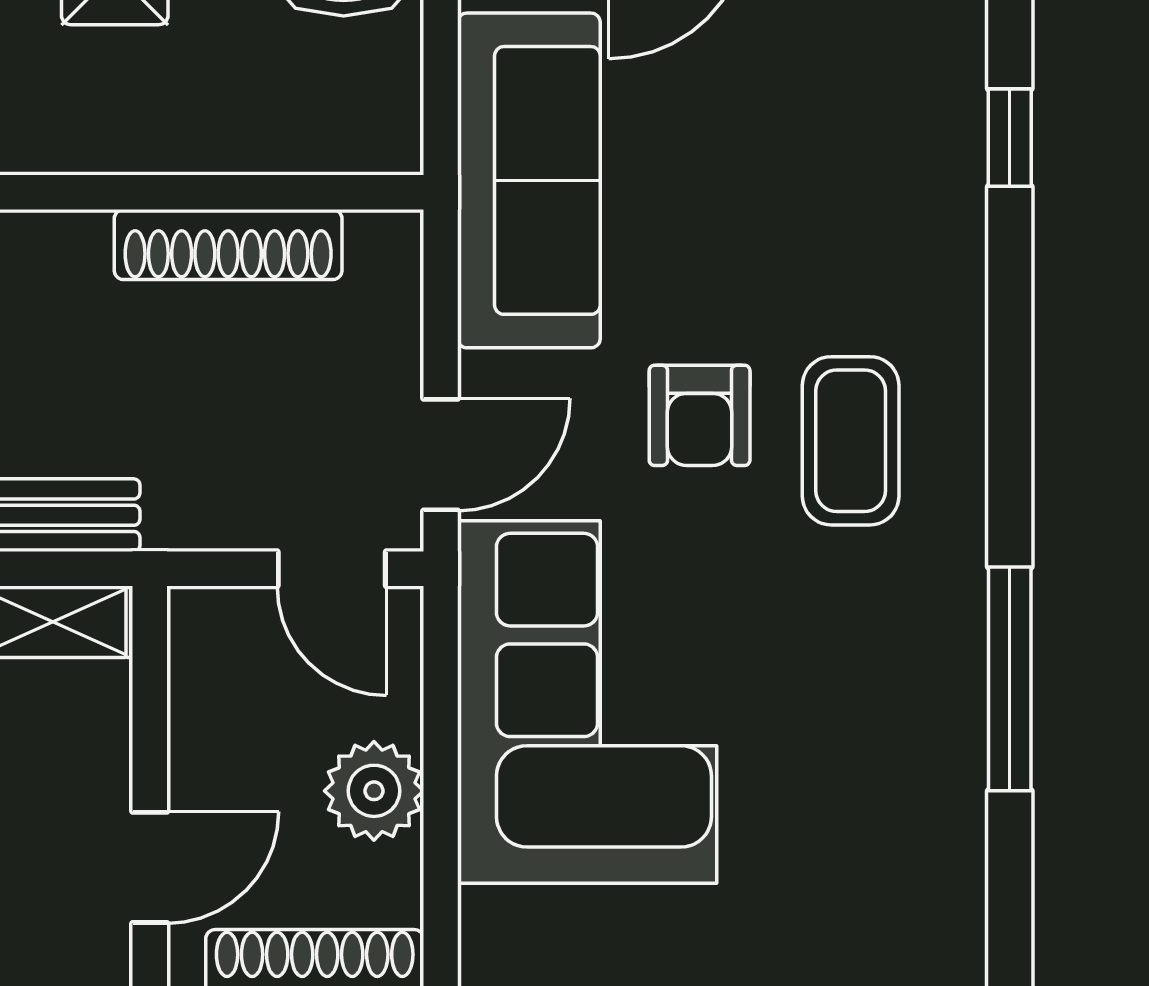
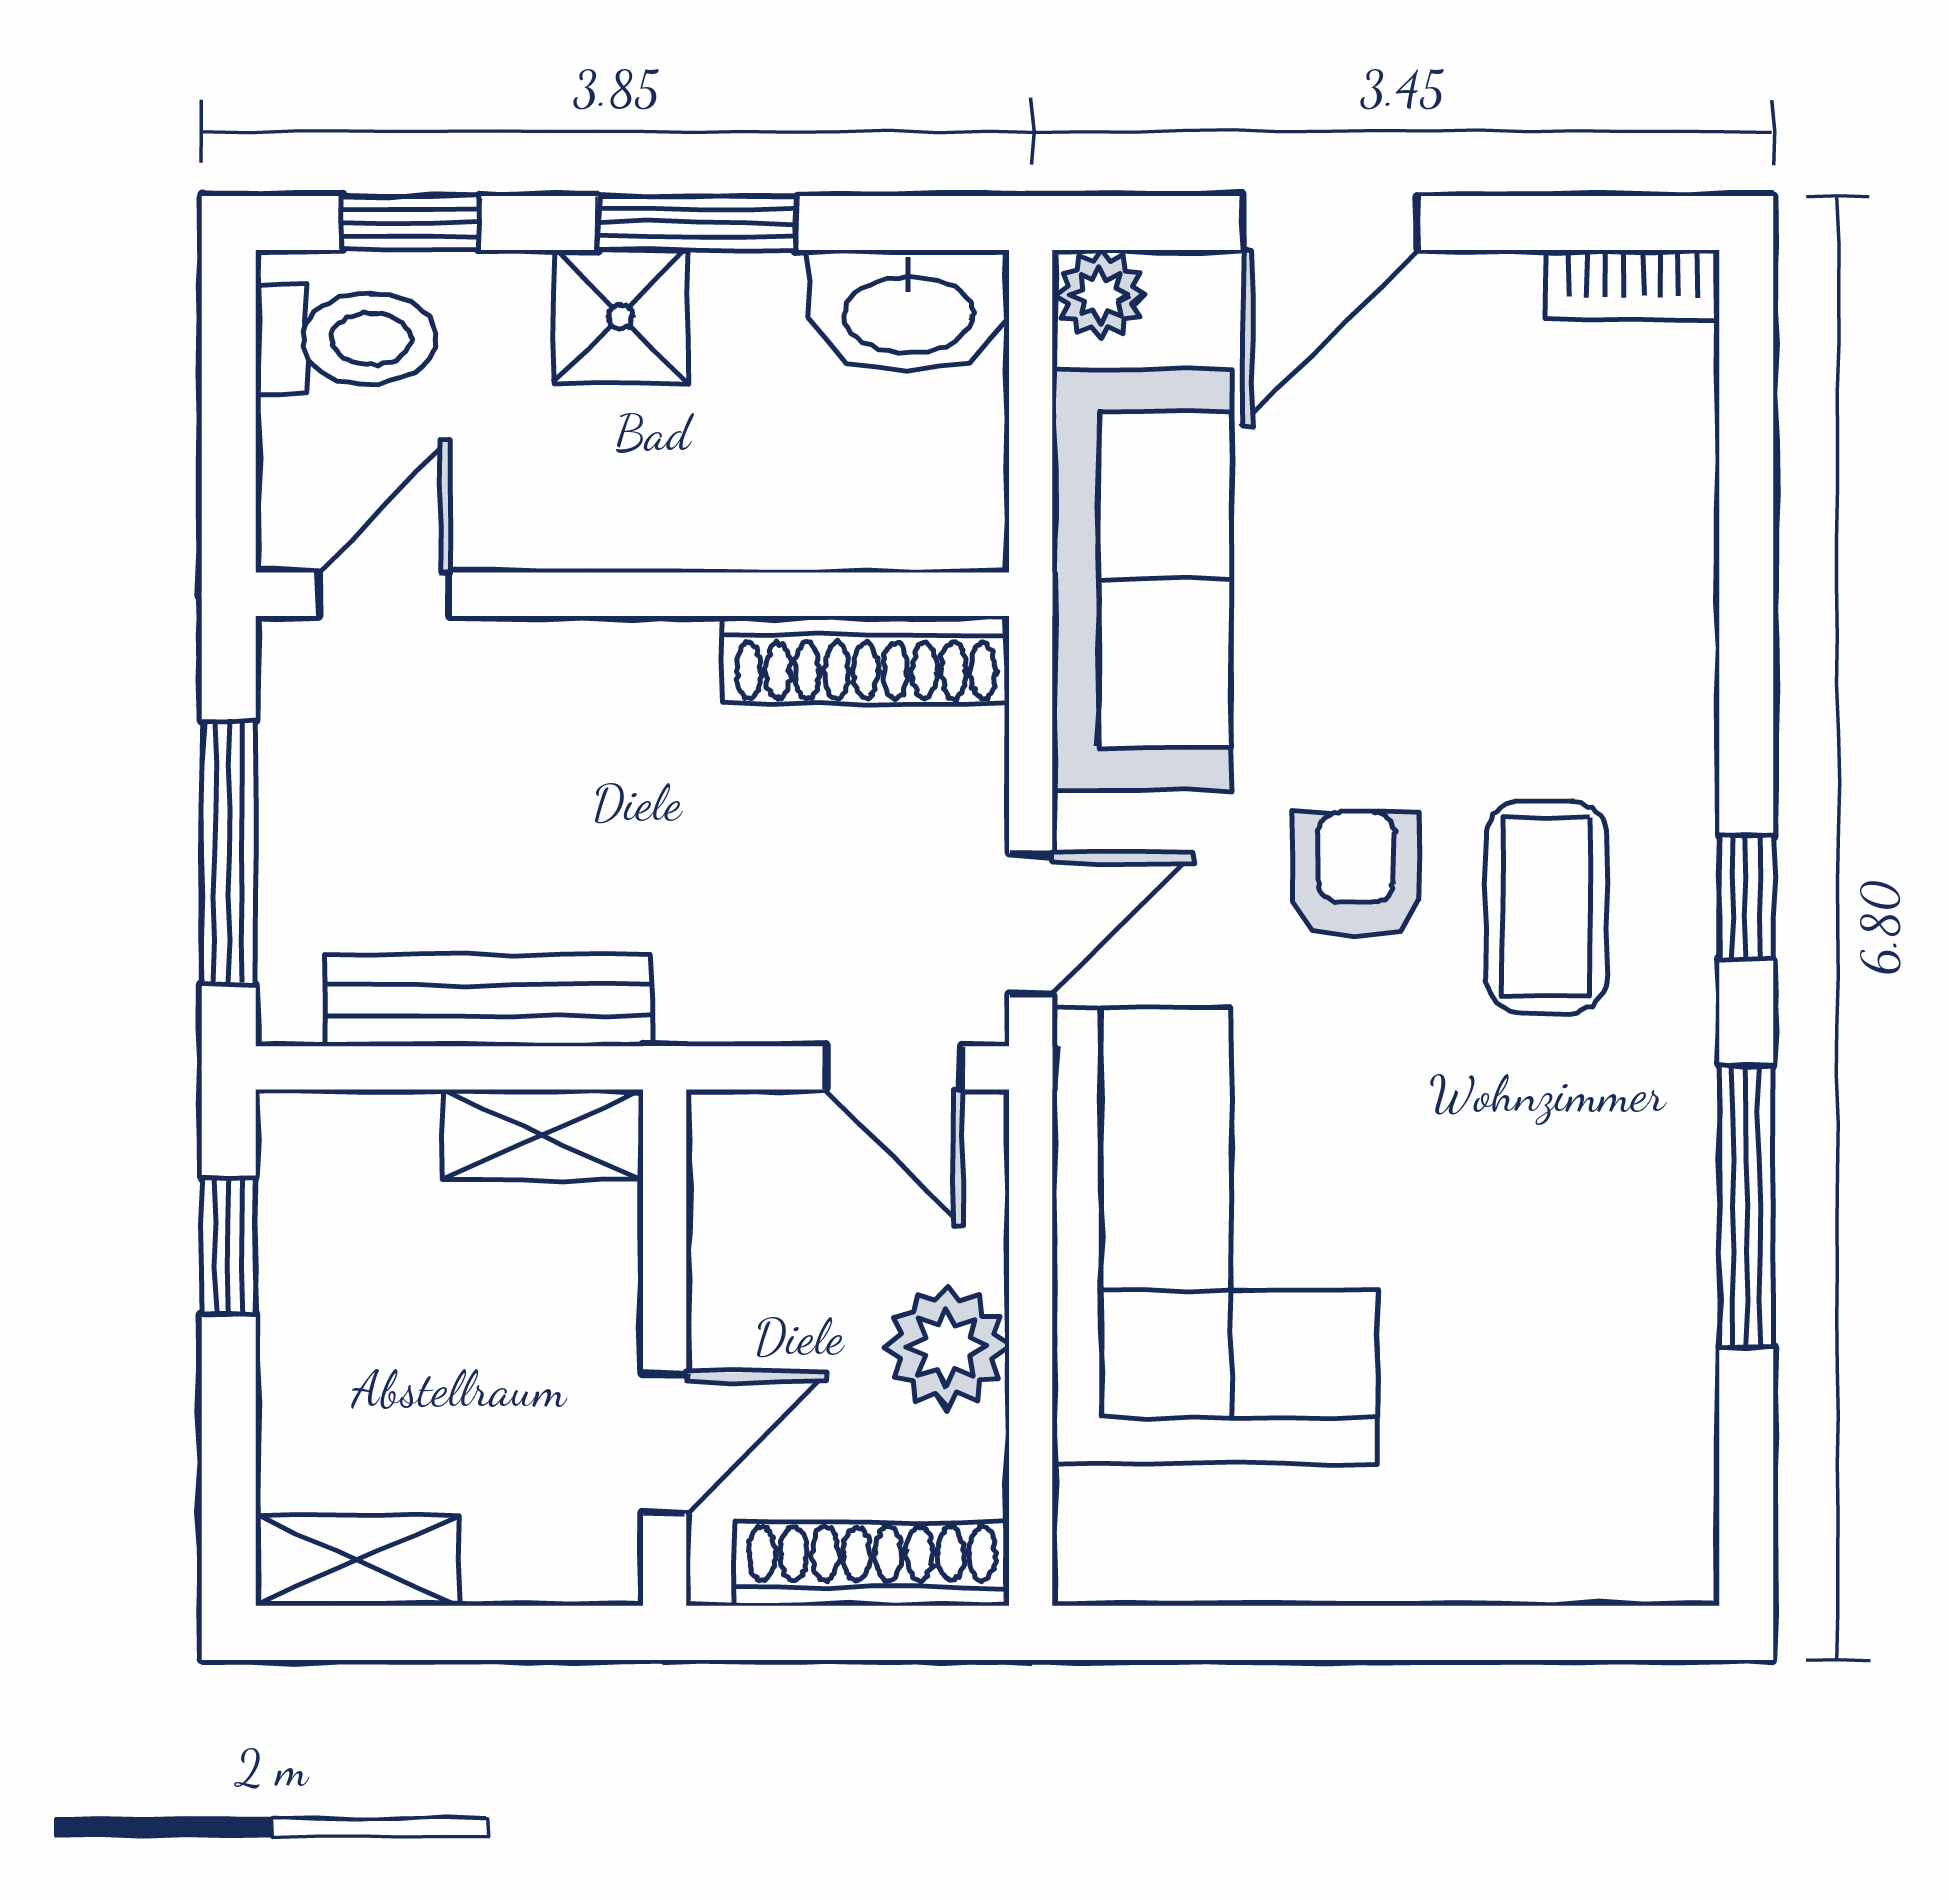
window: (1010, 138) -> (1746, 897), moved
shoe rack: (228, 245) -> (866, 660), moved
armchair: (700, 415) -> (1356, 875), turned 180

